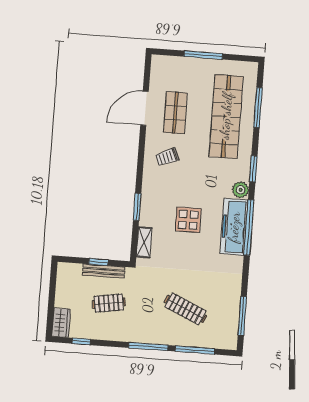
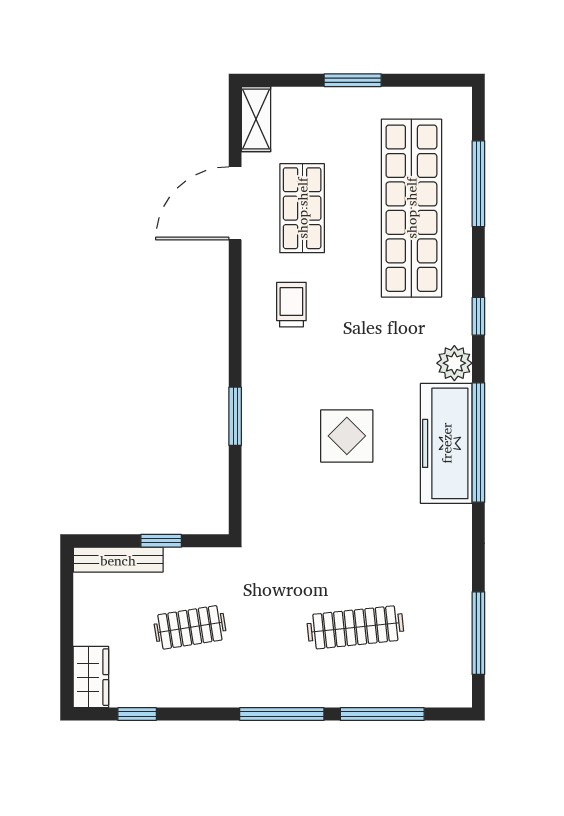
window: (203, 55) -> (353, 80), width x0.69
trolley: (167, 157) -> (291, 305), turned 113
window: (253, 169) -> (478, 316), width x0.67
shelving: (144, 242) -> (256, 119), moved
bench: (104, 271) -> (118, 560), moved
clothes rail: (185, 309) -> (355, 627), turned -30

